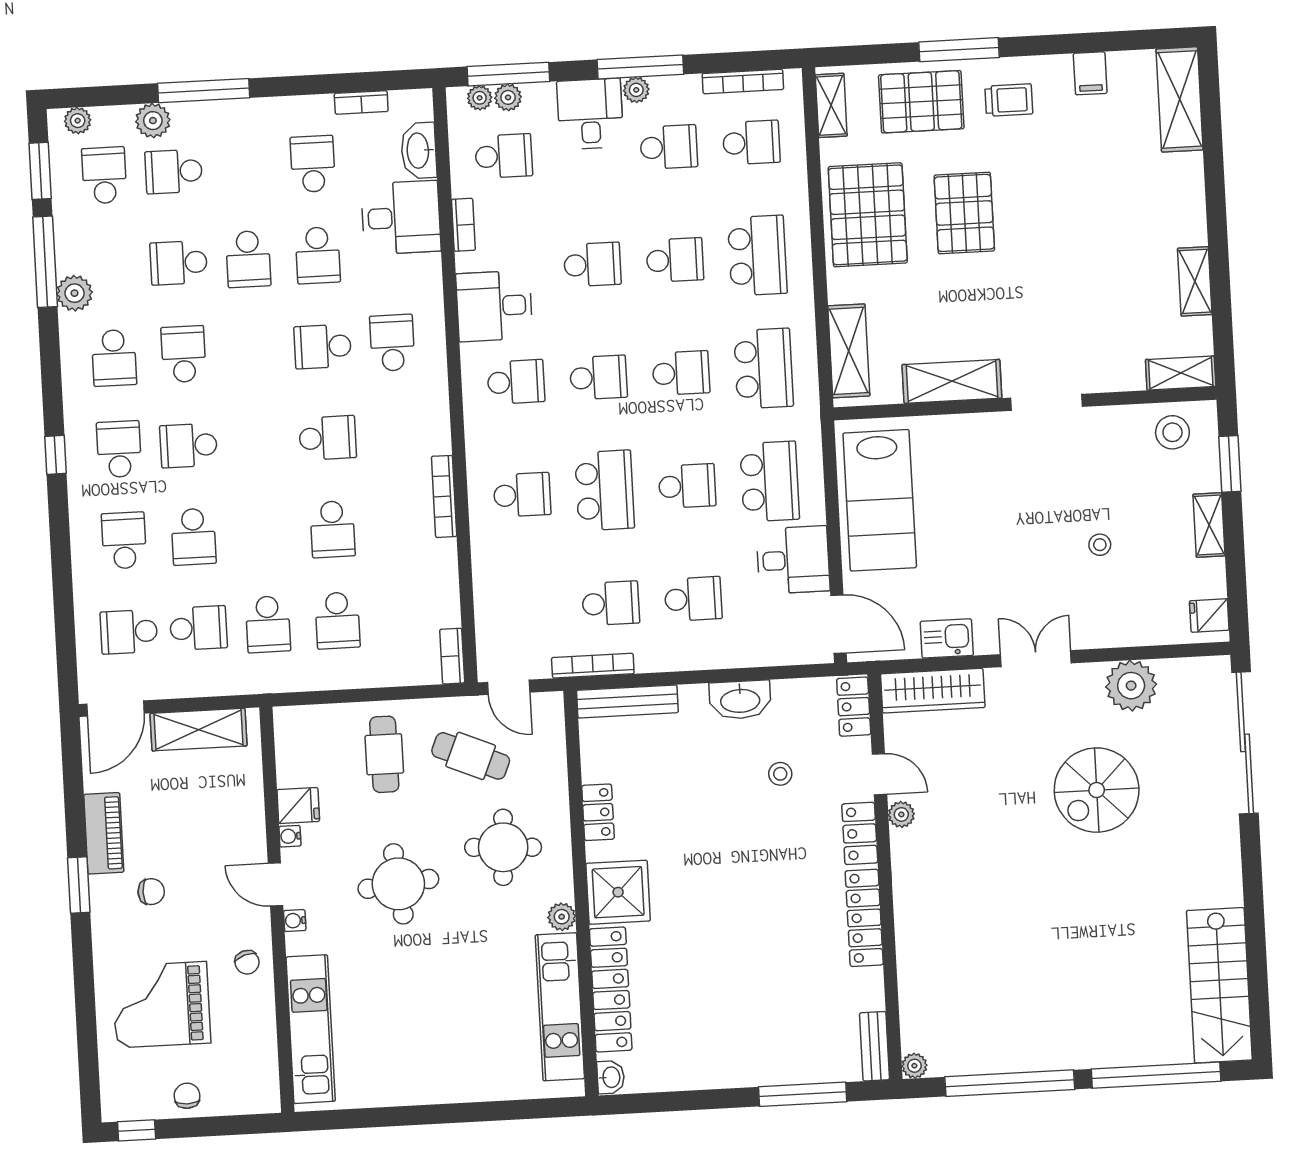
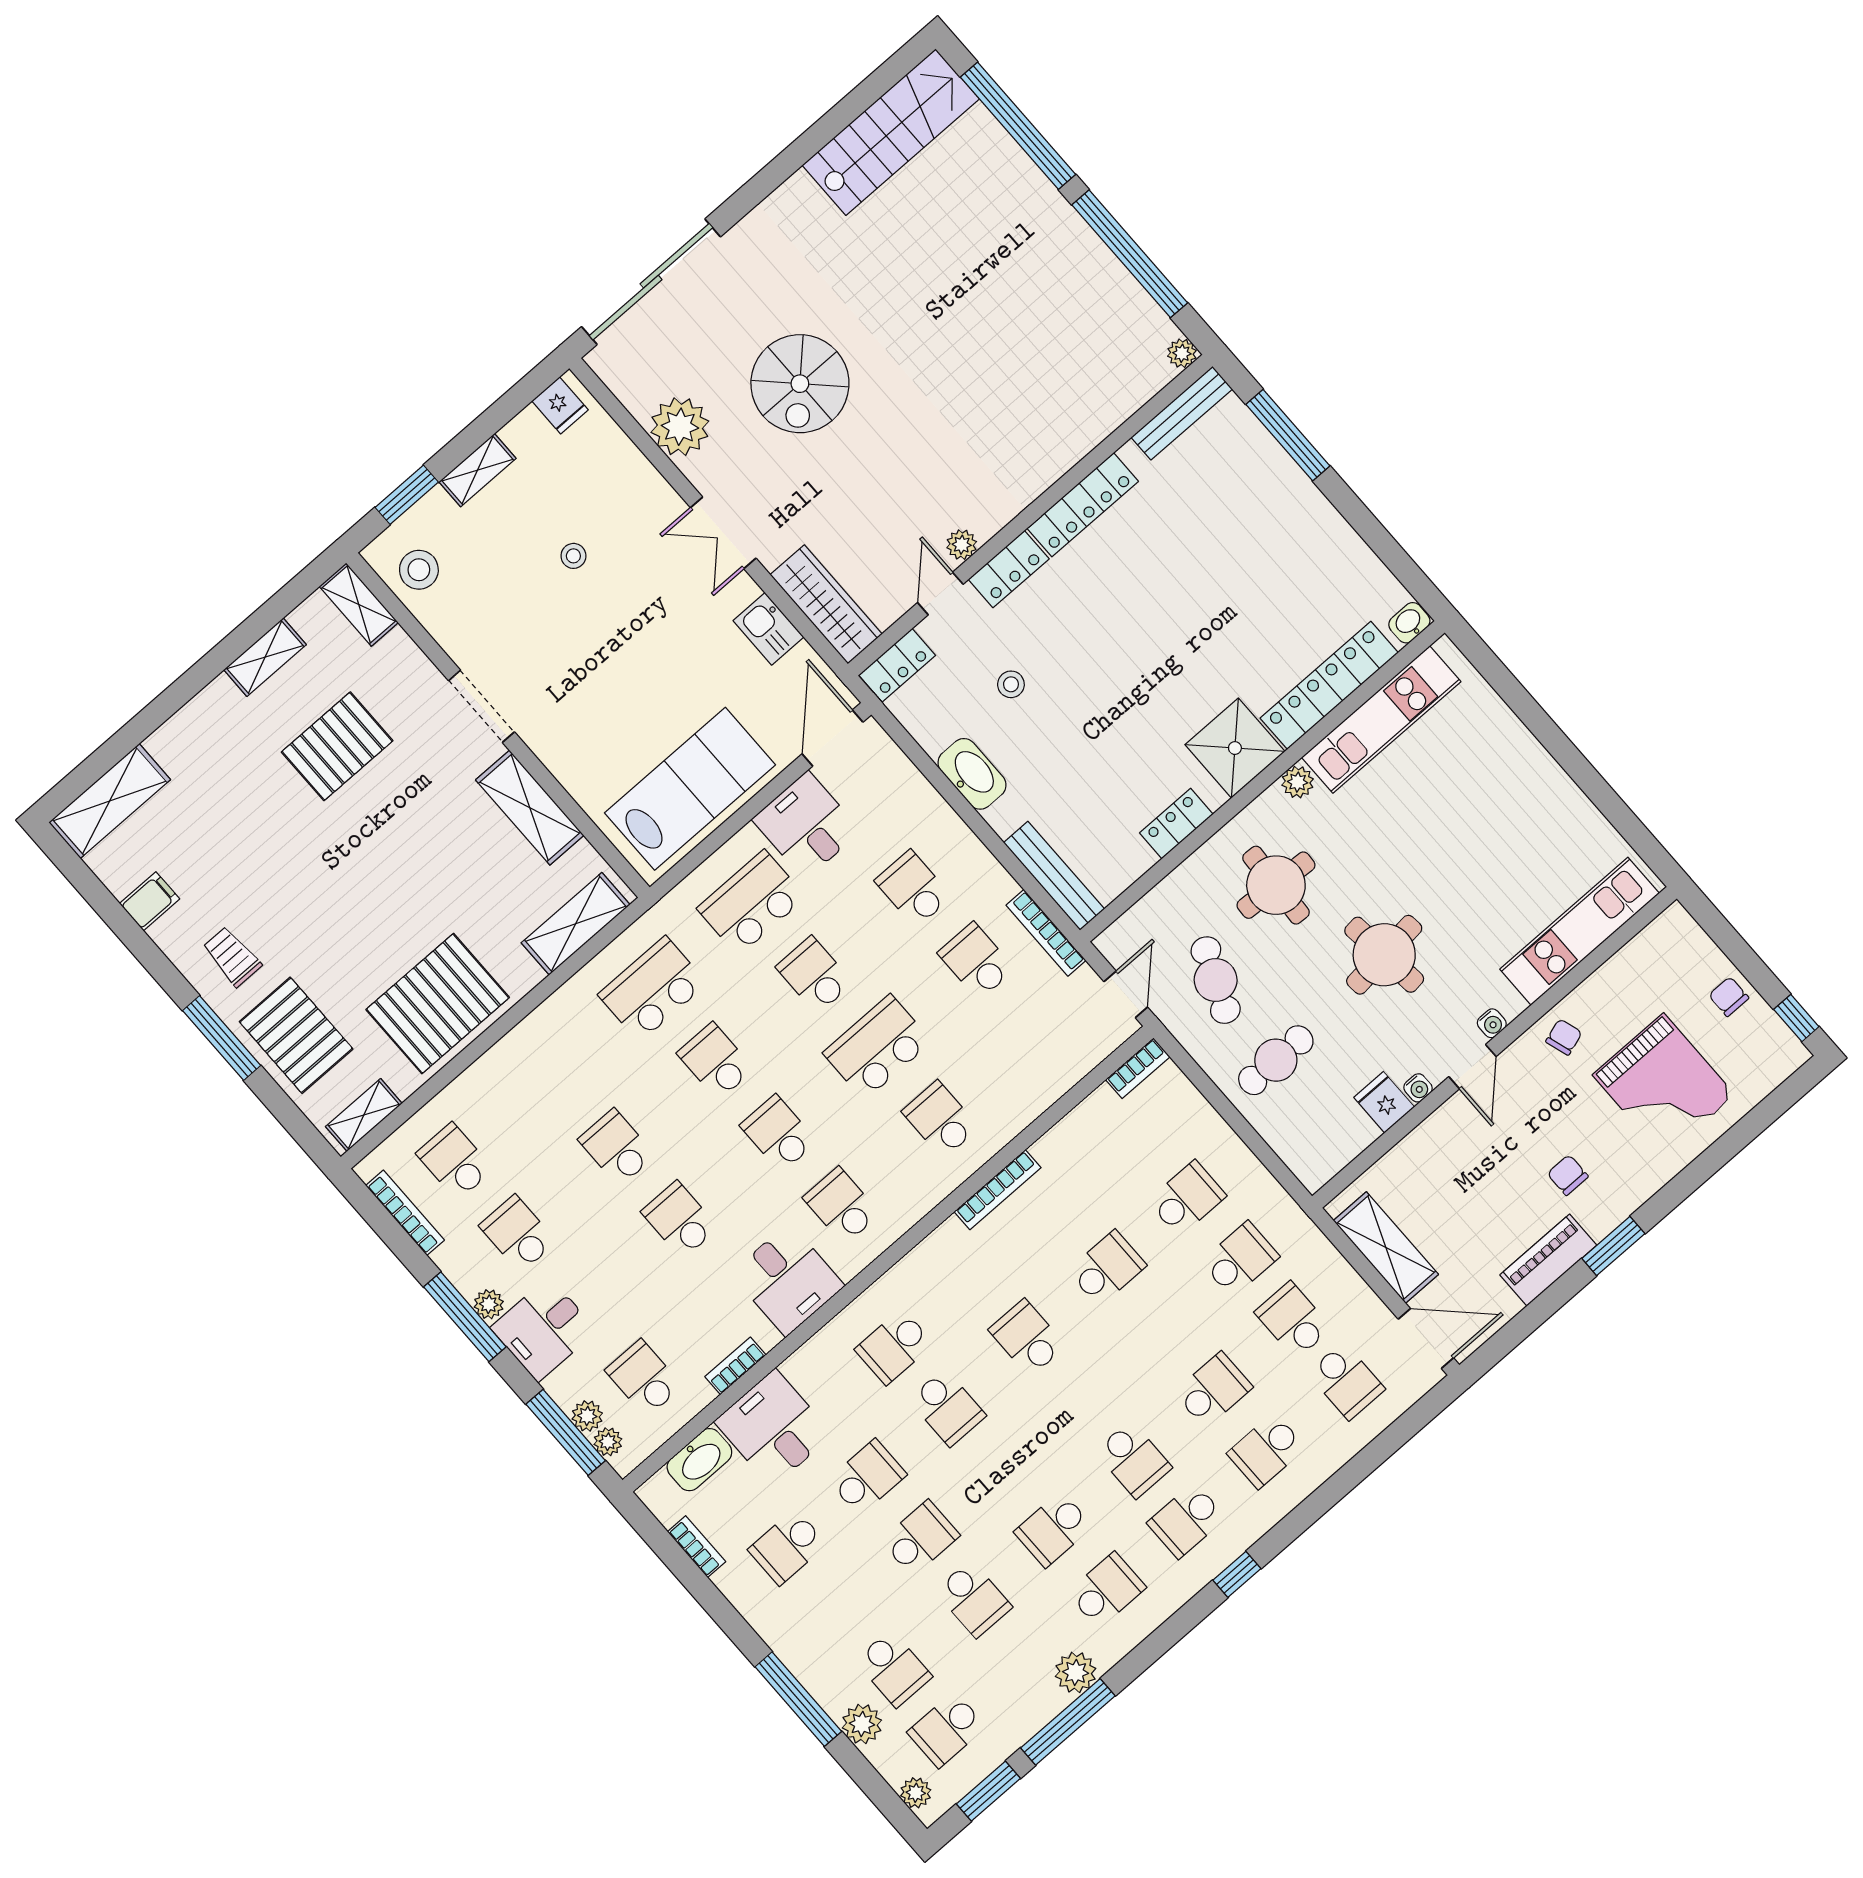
pallet: (964, 213) -> (337, 746), moved
school desk: (757, 256) -> (554, 1075), removed
spiral stairs: (1097, 790) -> (800, 384), turned 90
bench: (874, 1046) -> (1182, 413), width x1.36
chair: (187, 1096) -> (1729, 997), turned 90

